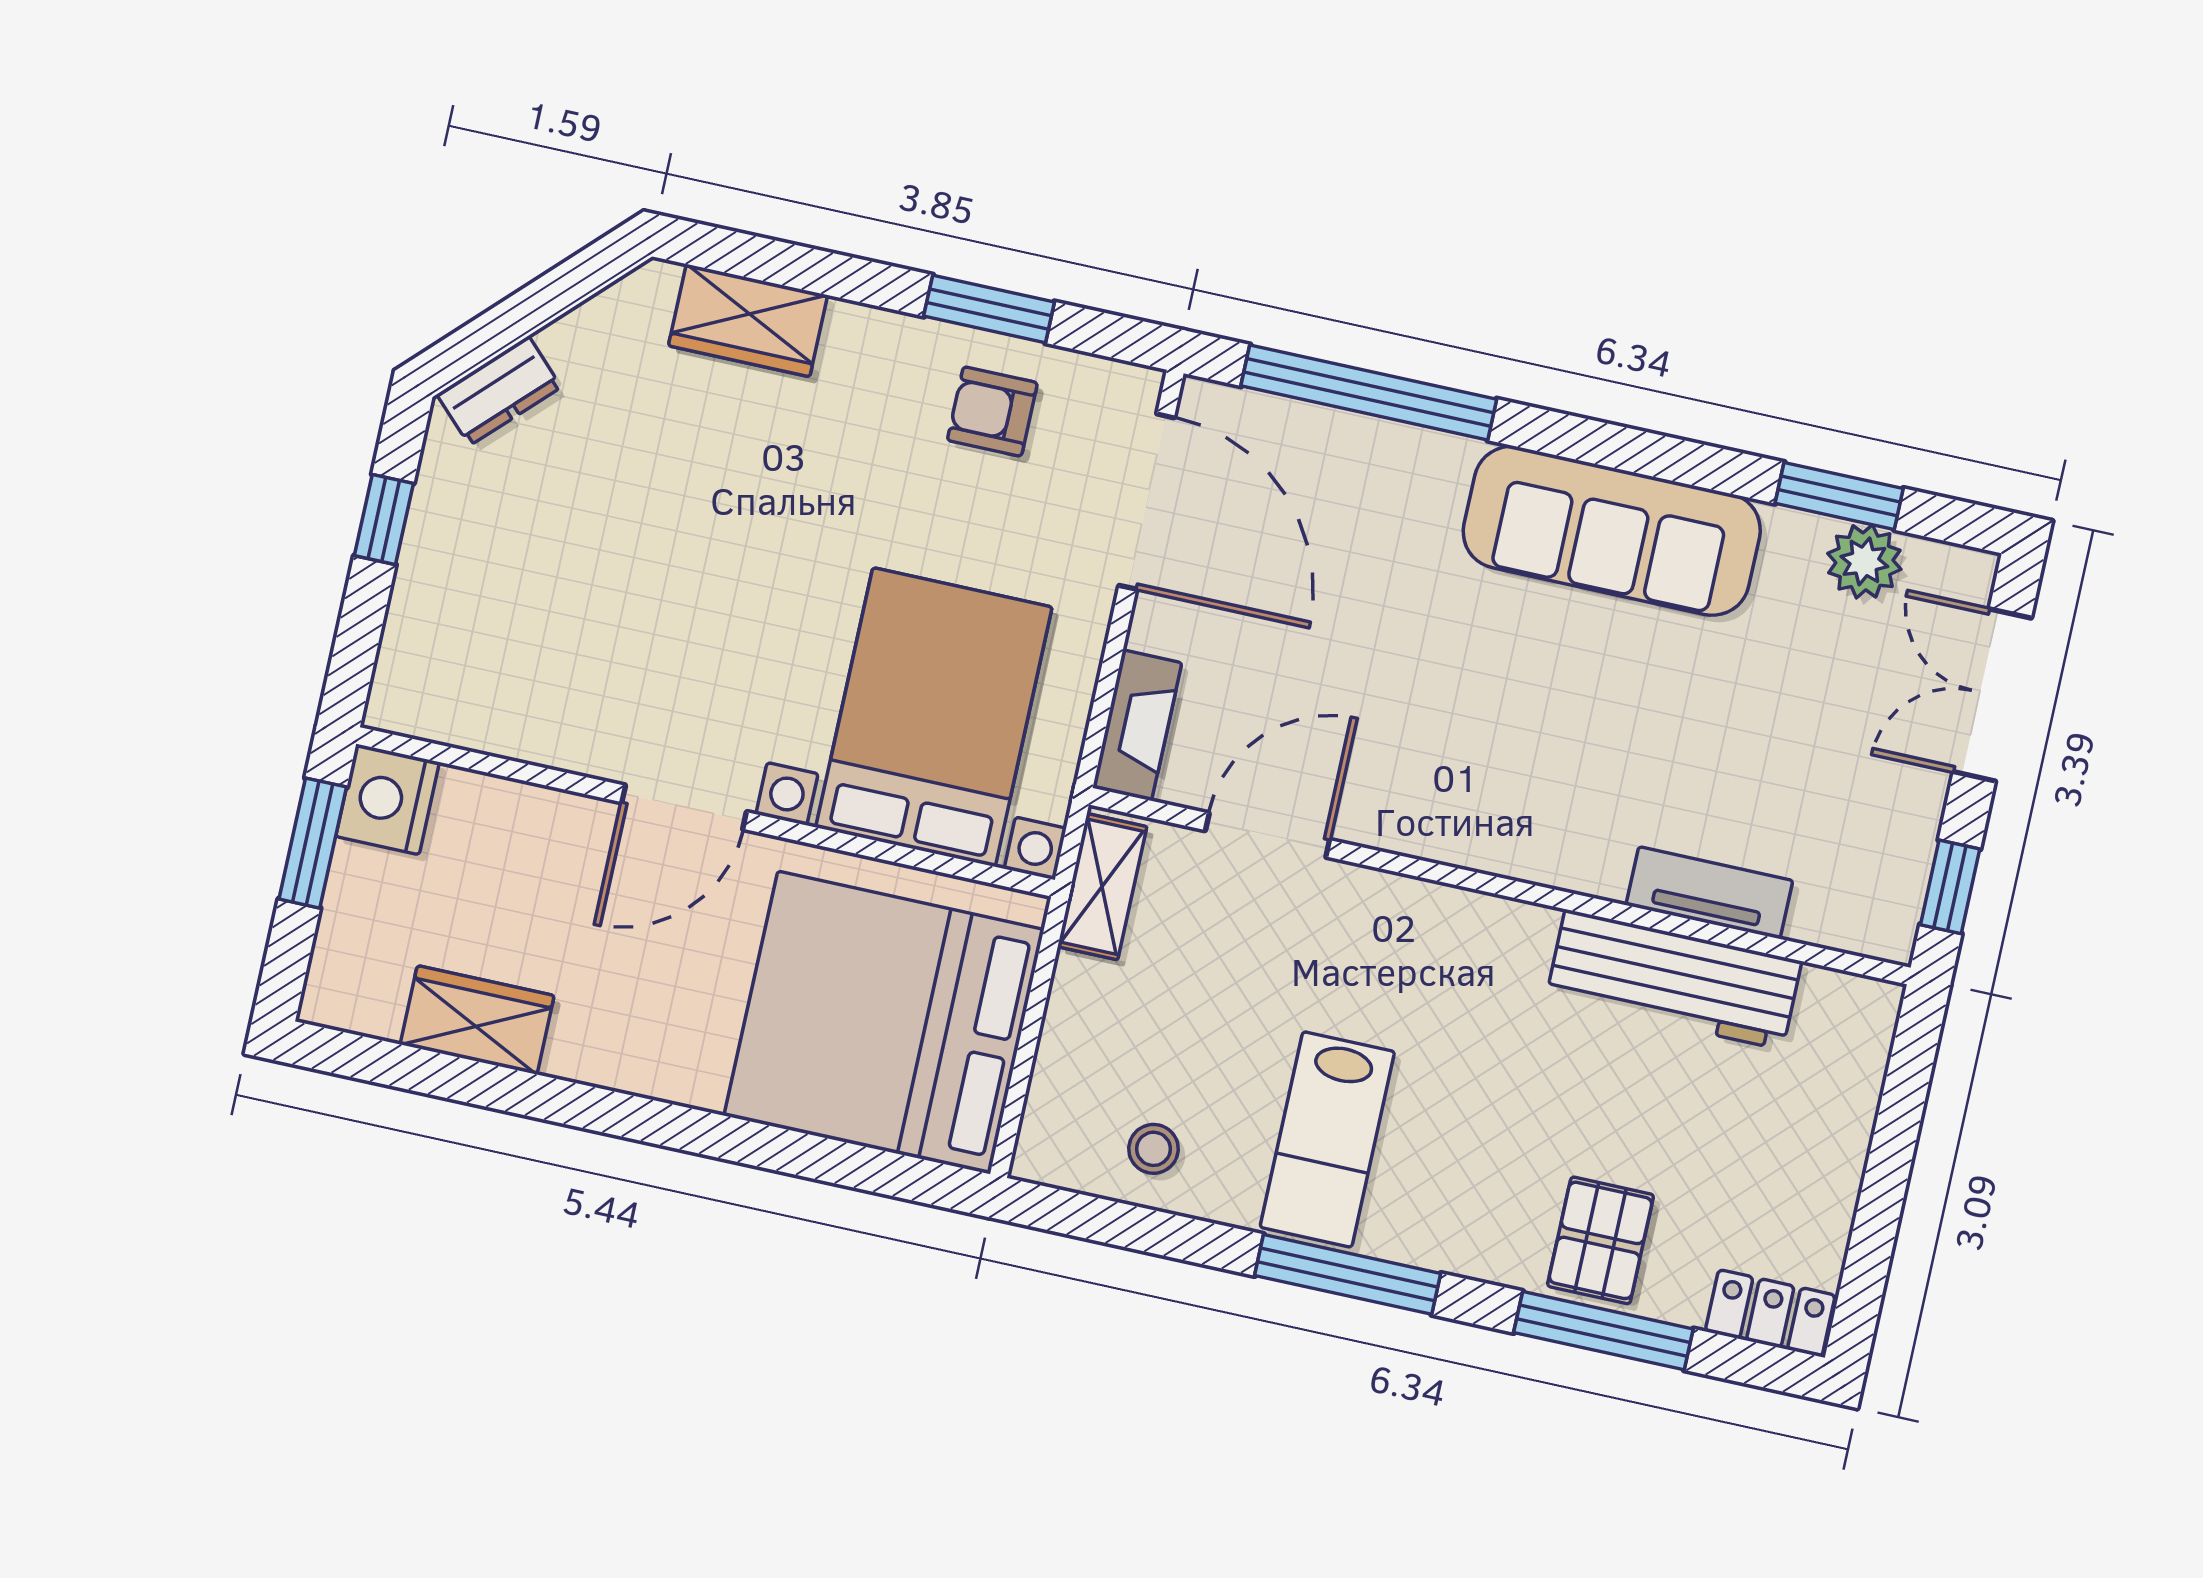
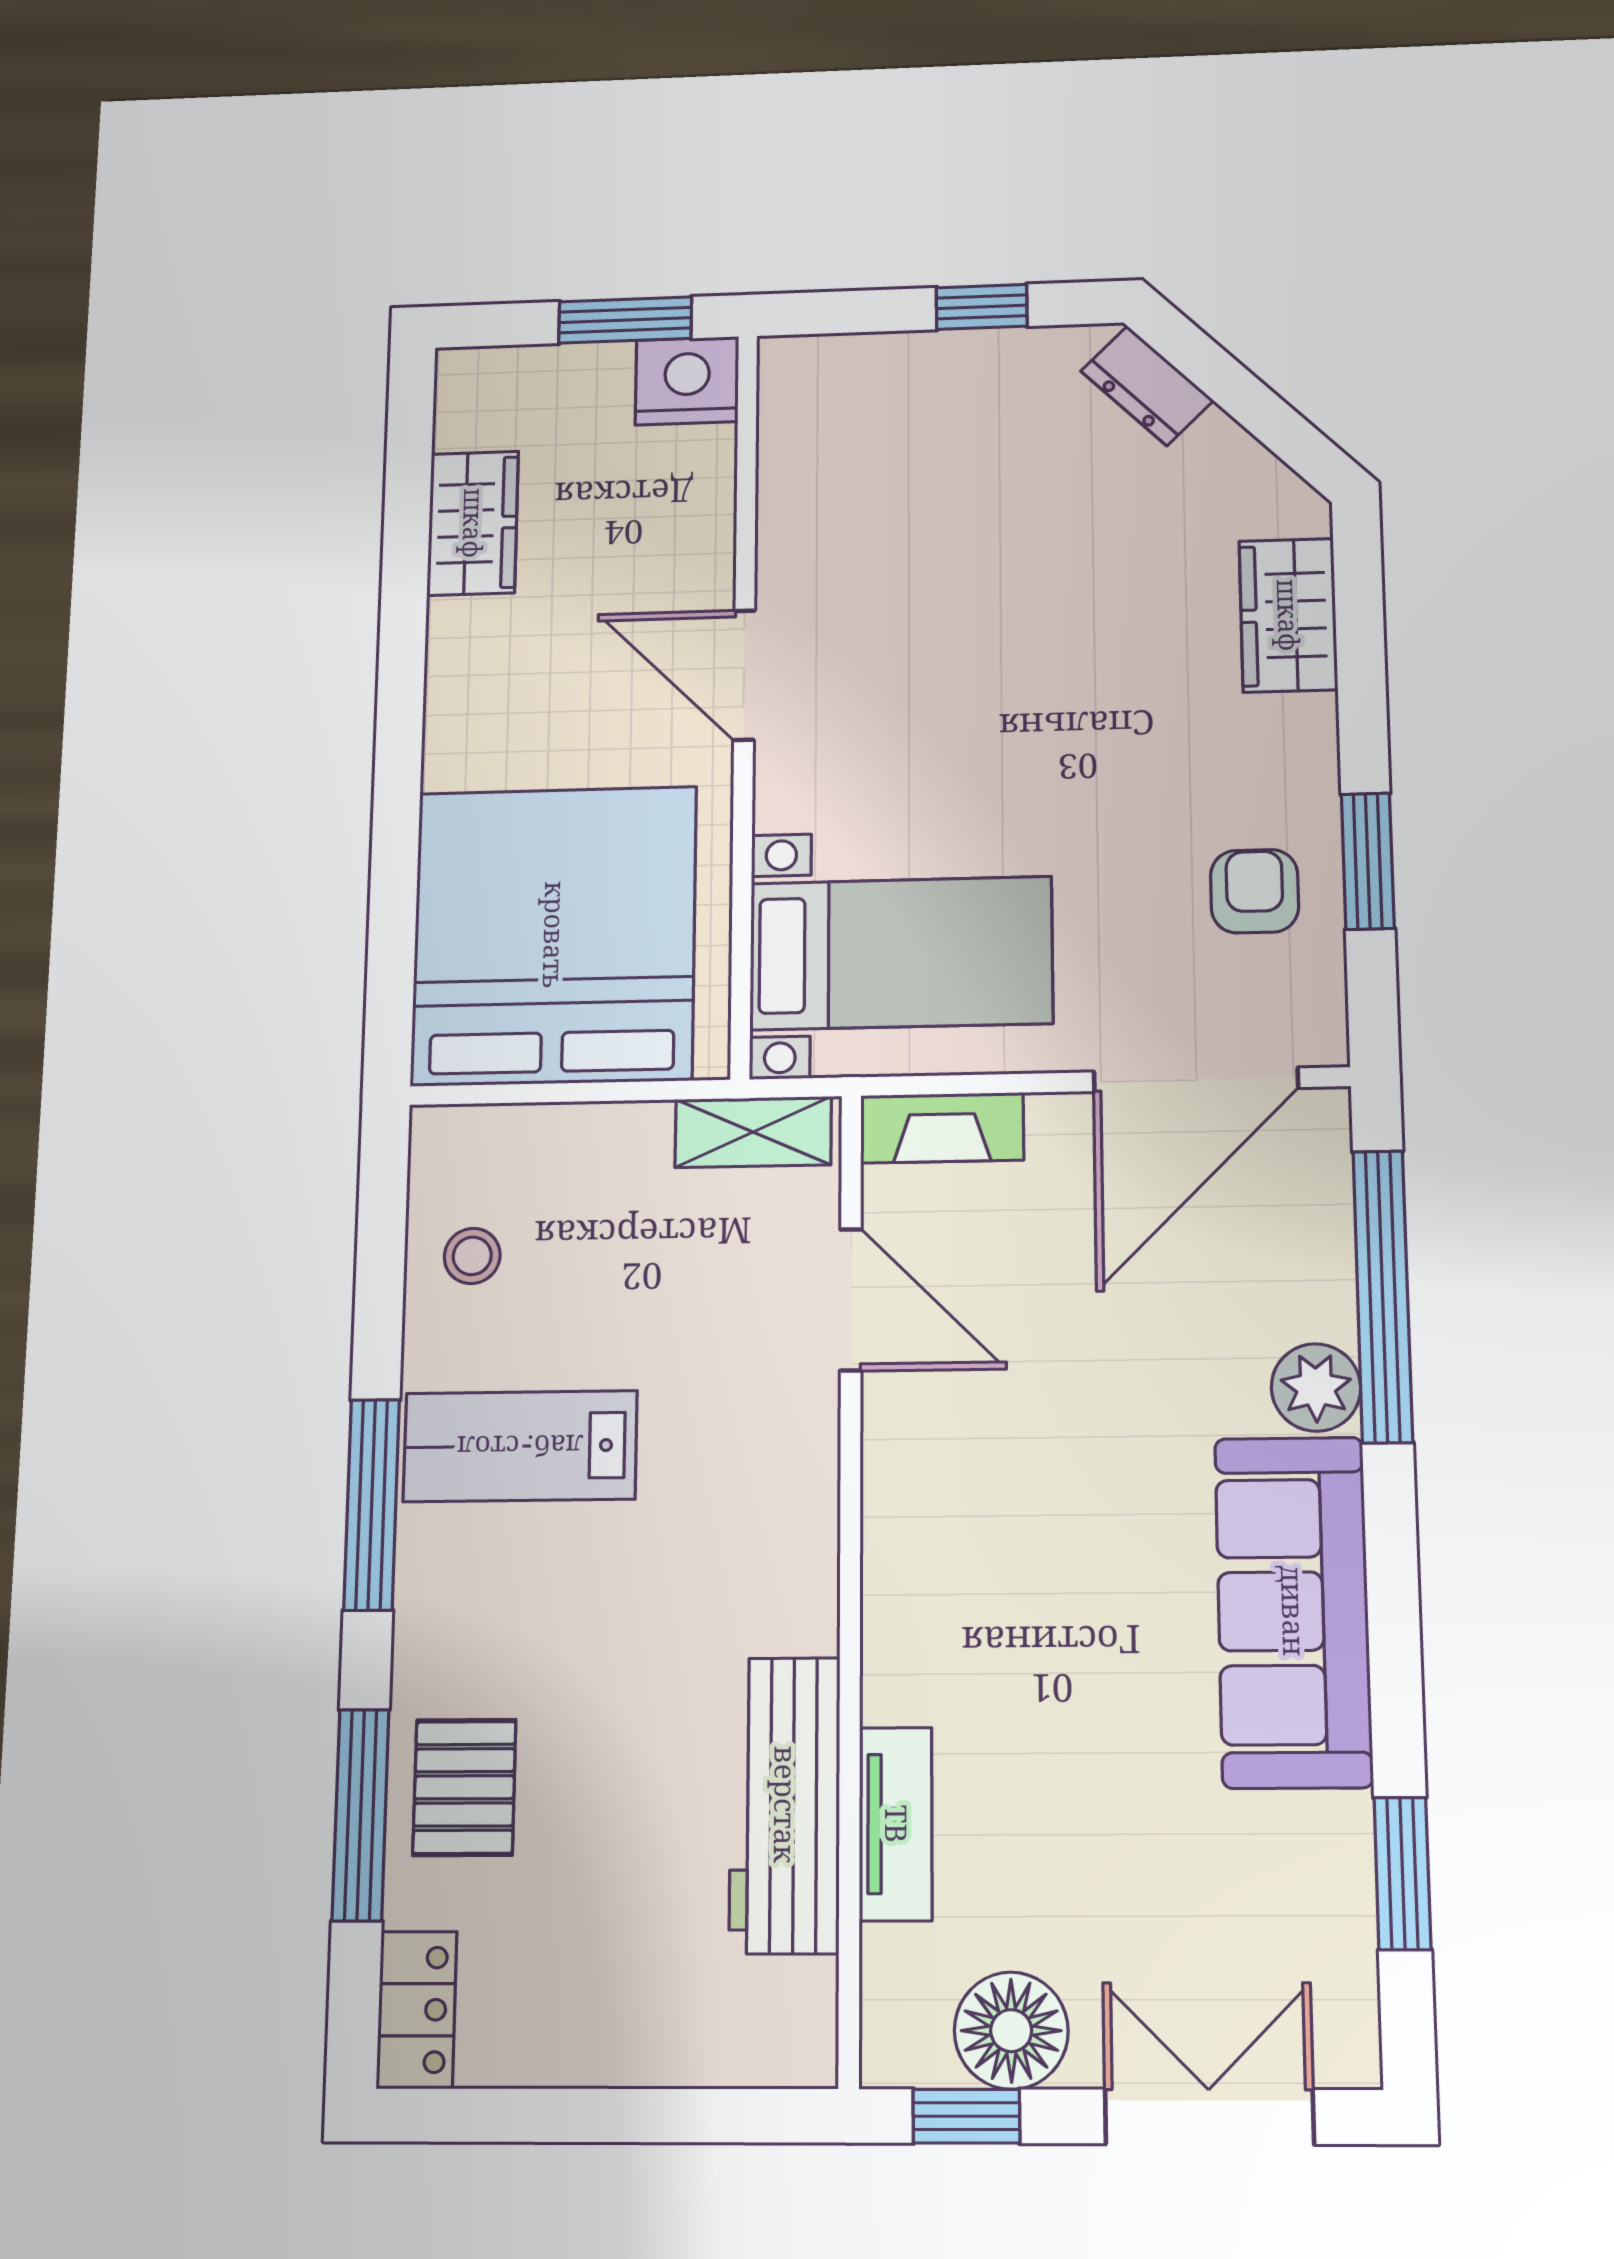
plant: (1864, 561) -> (1316, 1387), moved
bed with nightstands: (934, 717) -> (901, 953), width x0.73
floor lamp: (1892, 836) -> (1011, 2031), added
pallet: (1601, 1240) -> (464, 1787), turned 90

